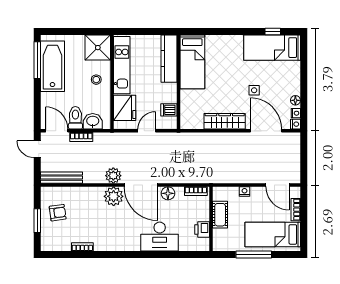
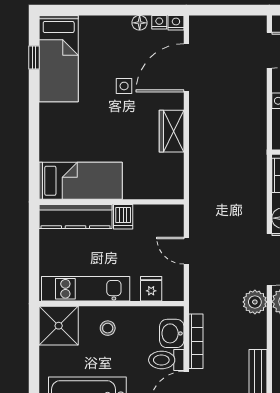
fridge: (125, 108) -> (151, 289), width x0.53, depth x0.75
dishwasher: (169, 110) -> (123, 217), moved
wardrobe: (225, 121) -> (172, 131), width x0.67
bookcase: (81, 137) -> (196, 341), width x1.56

